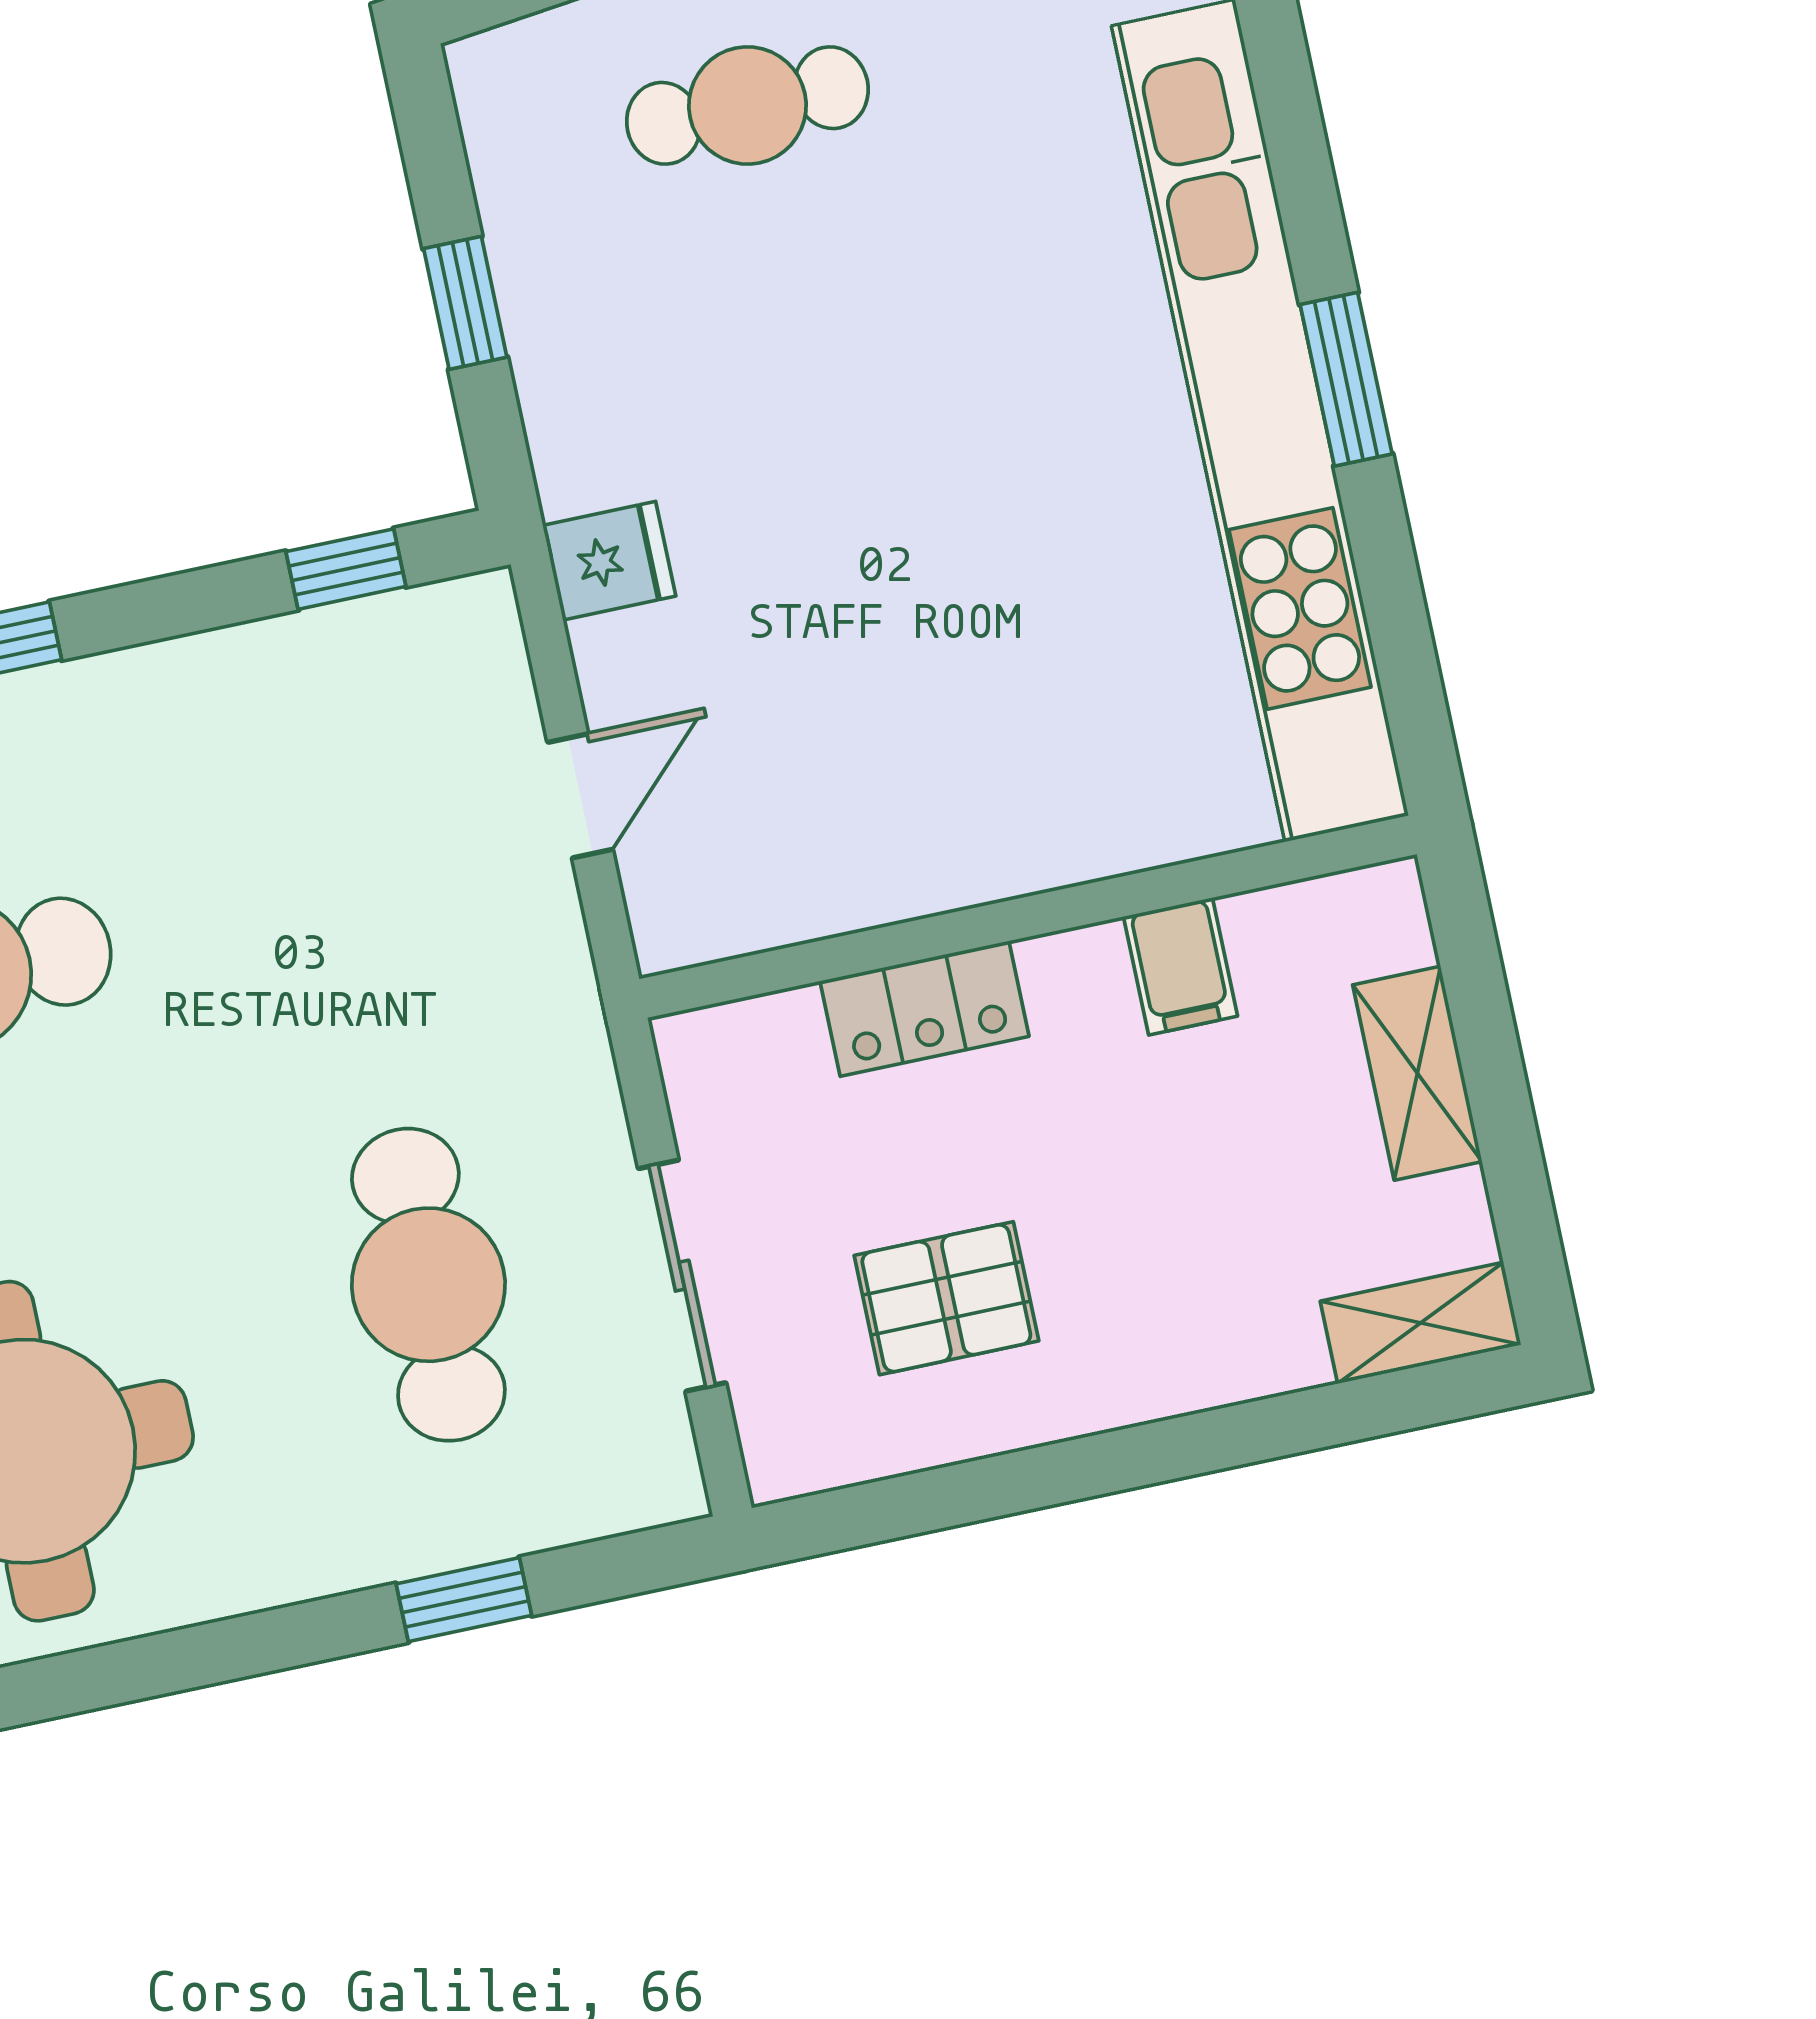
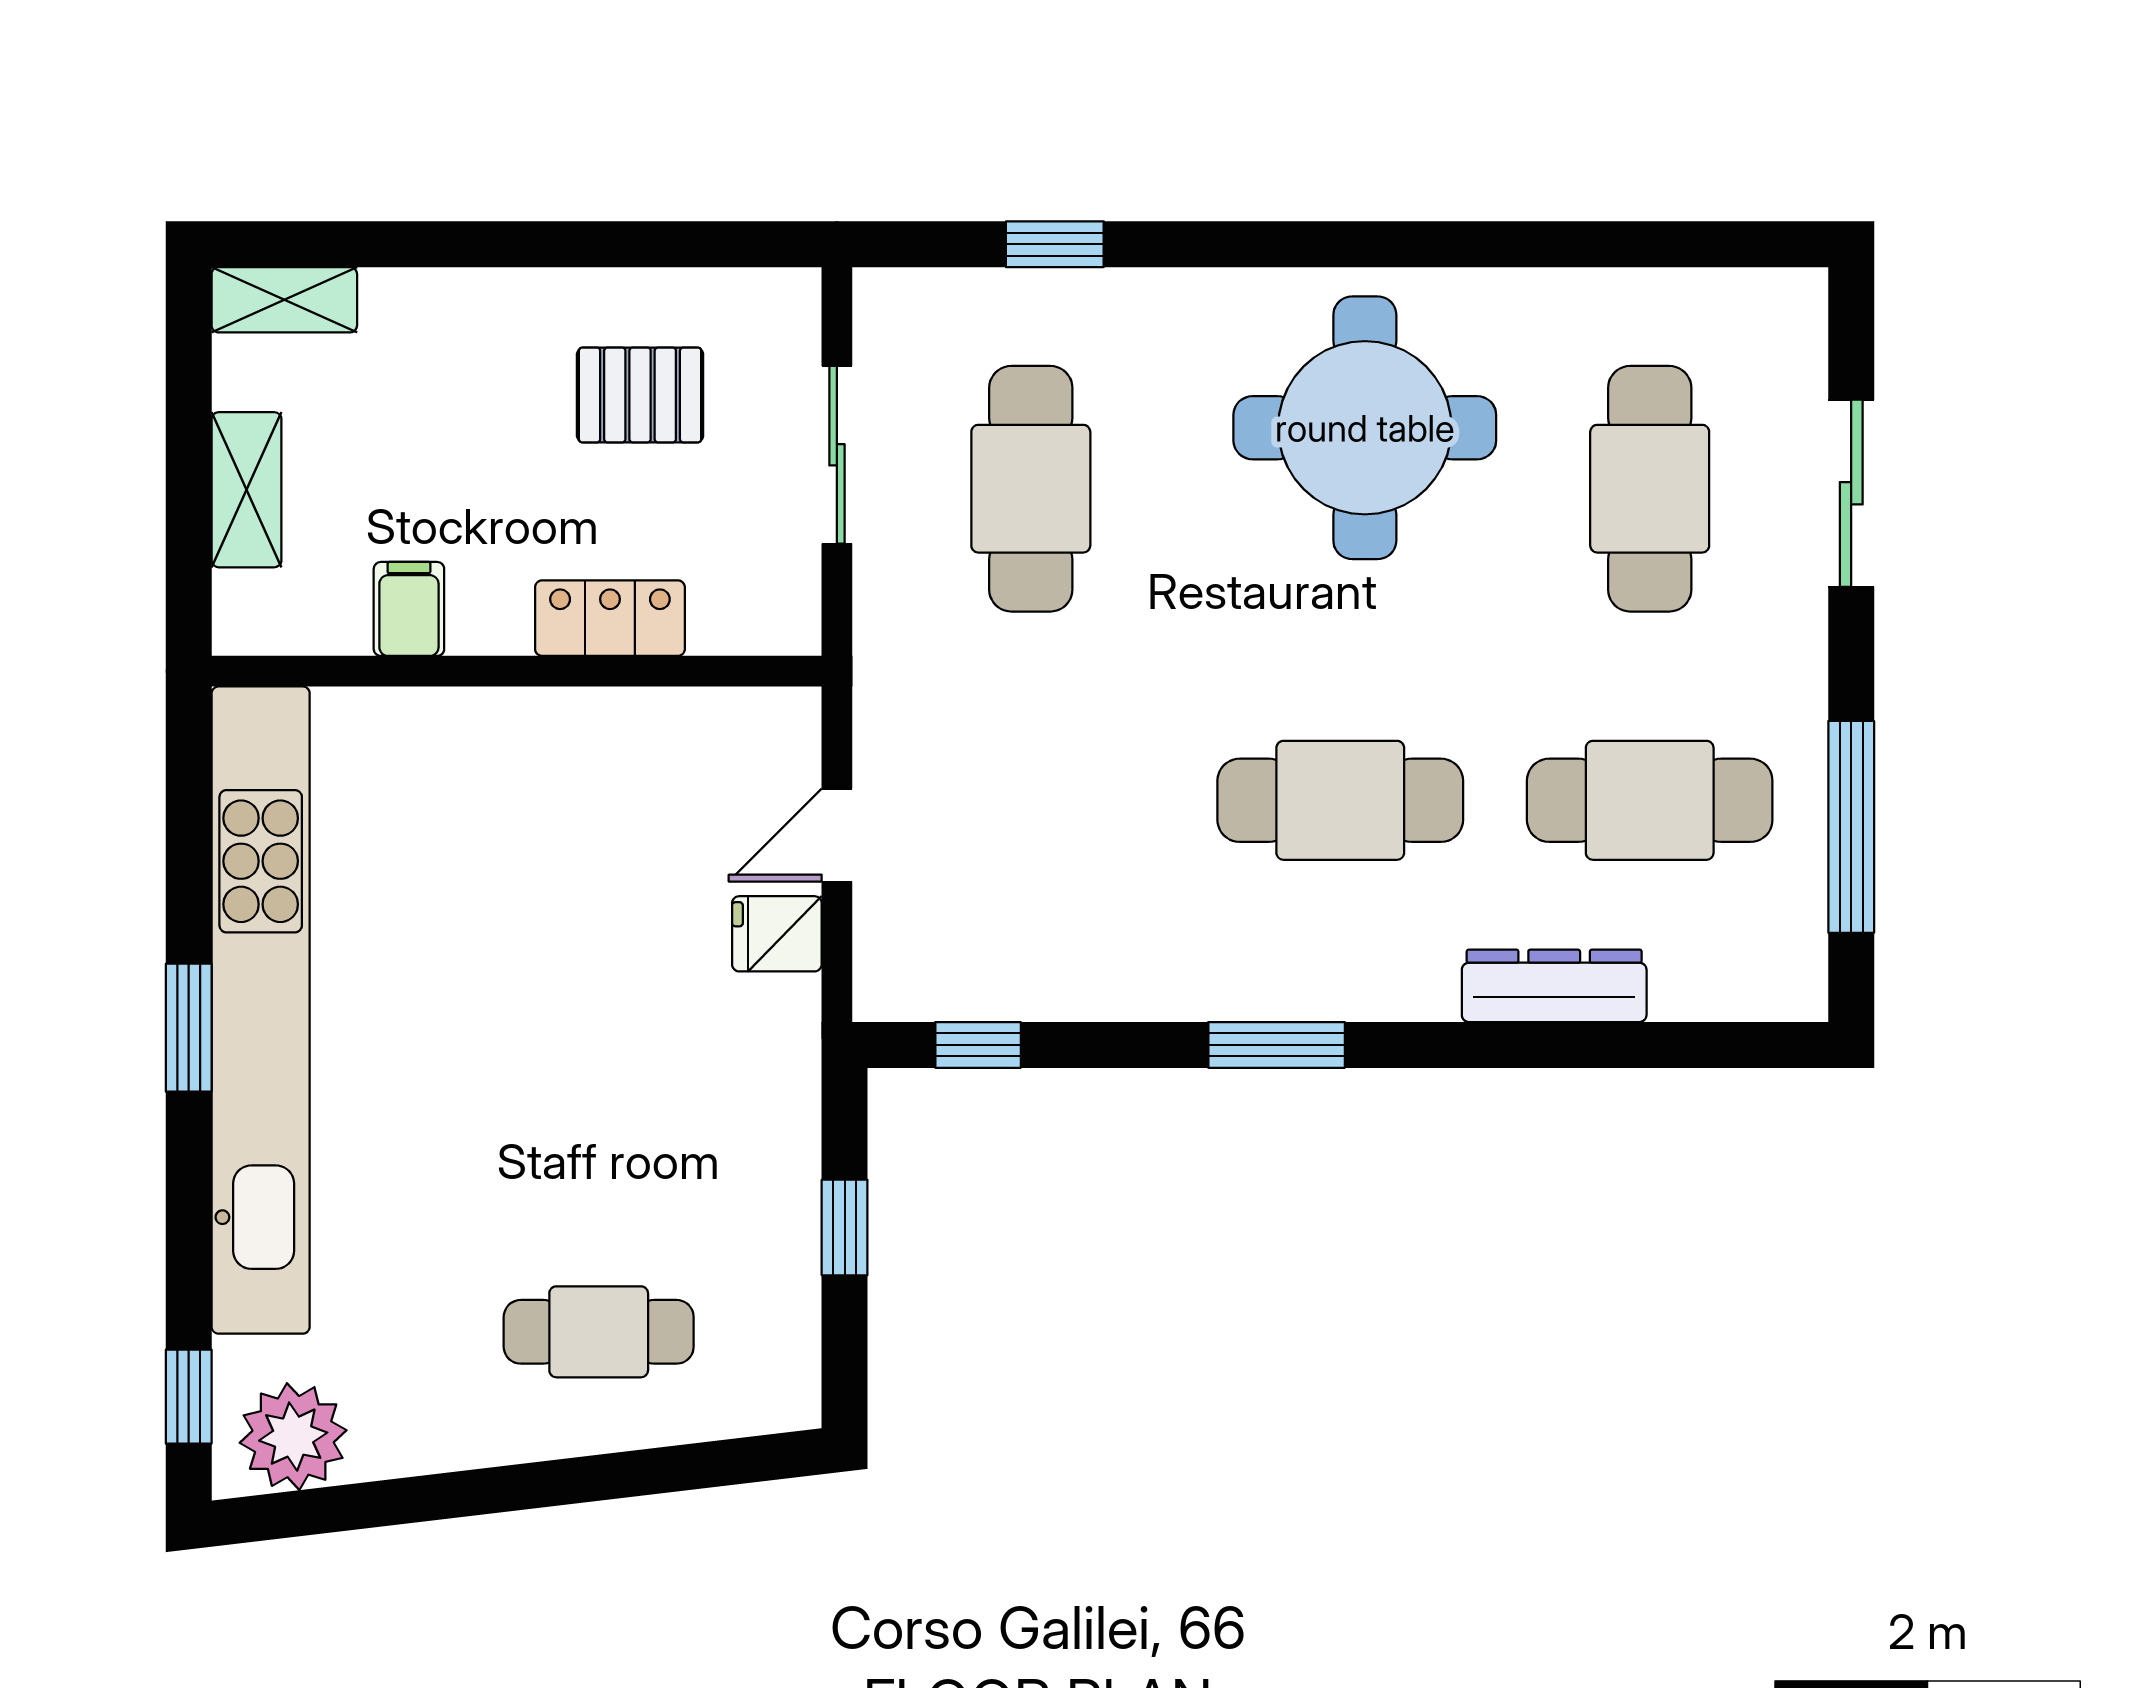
fridge: (609, 561) -> (777, 934), moved

